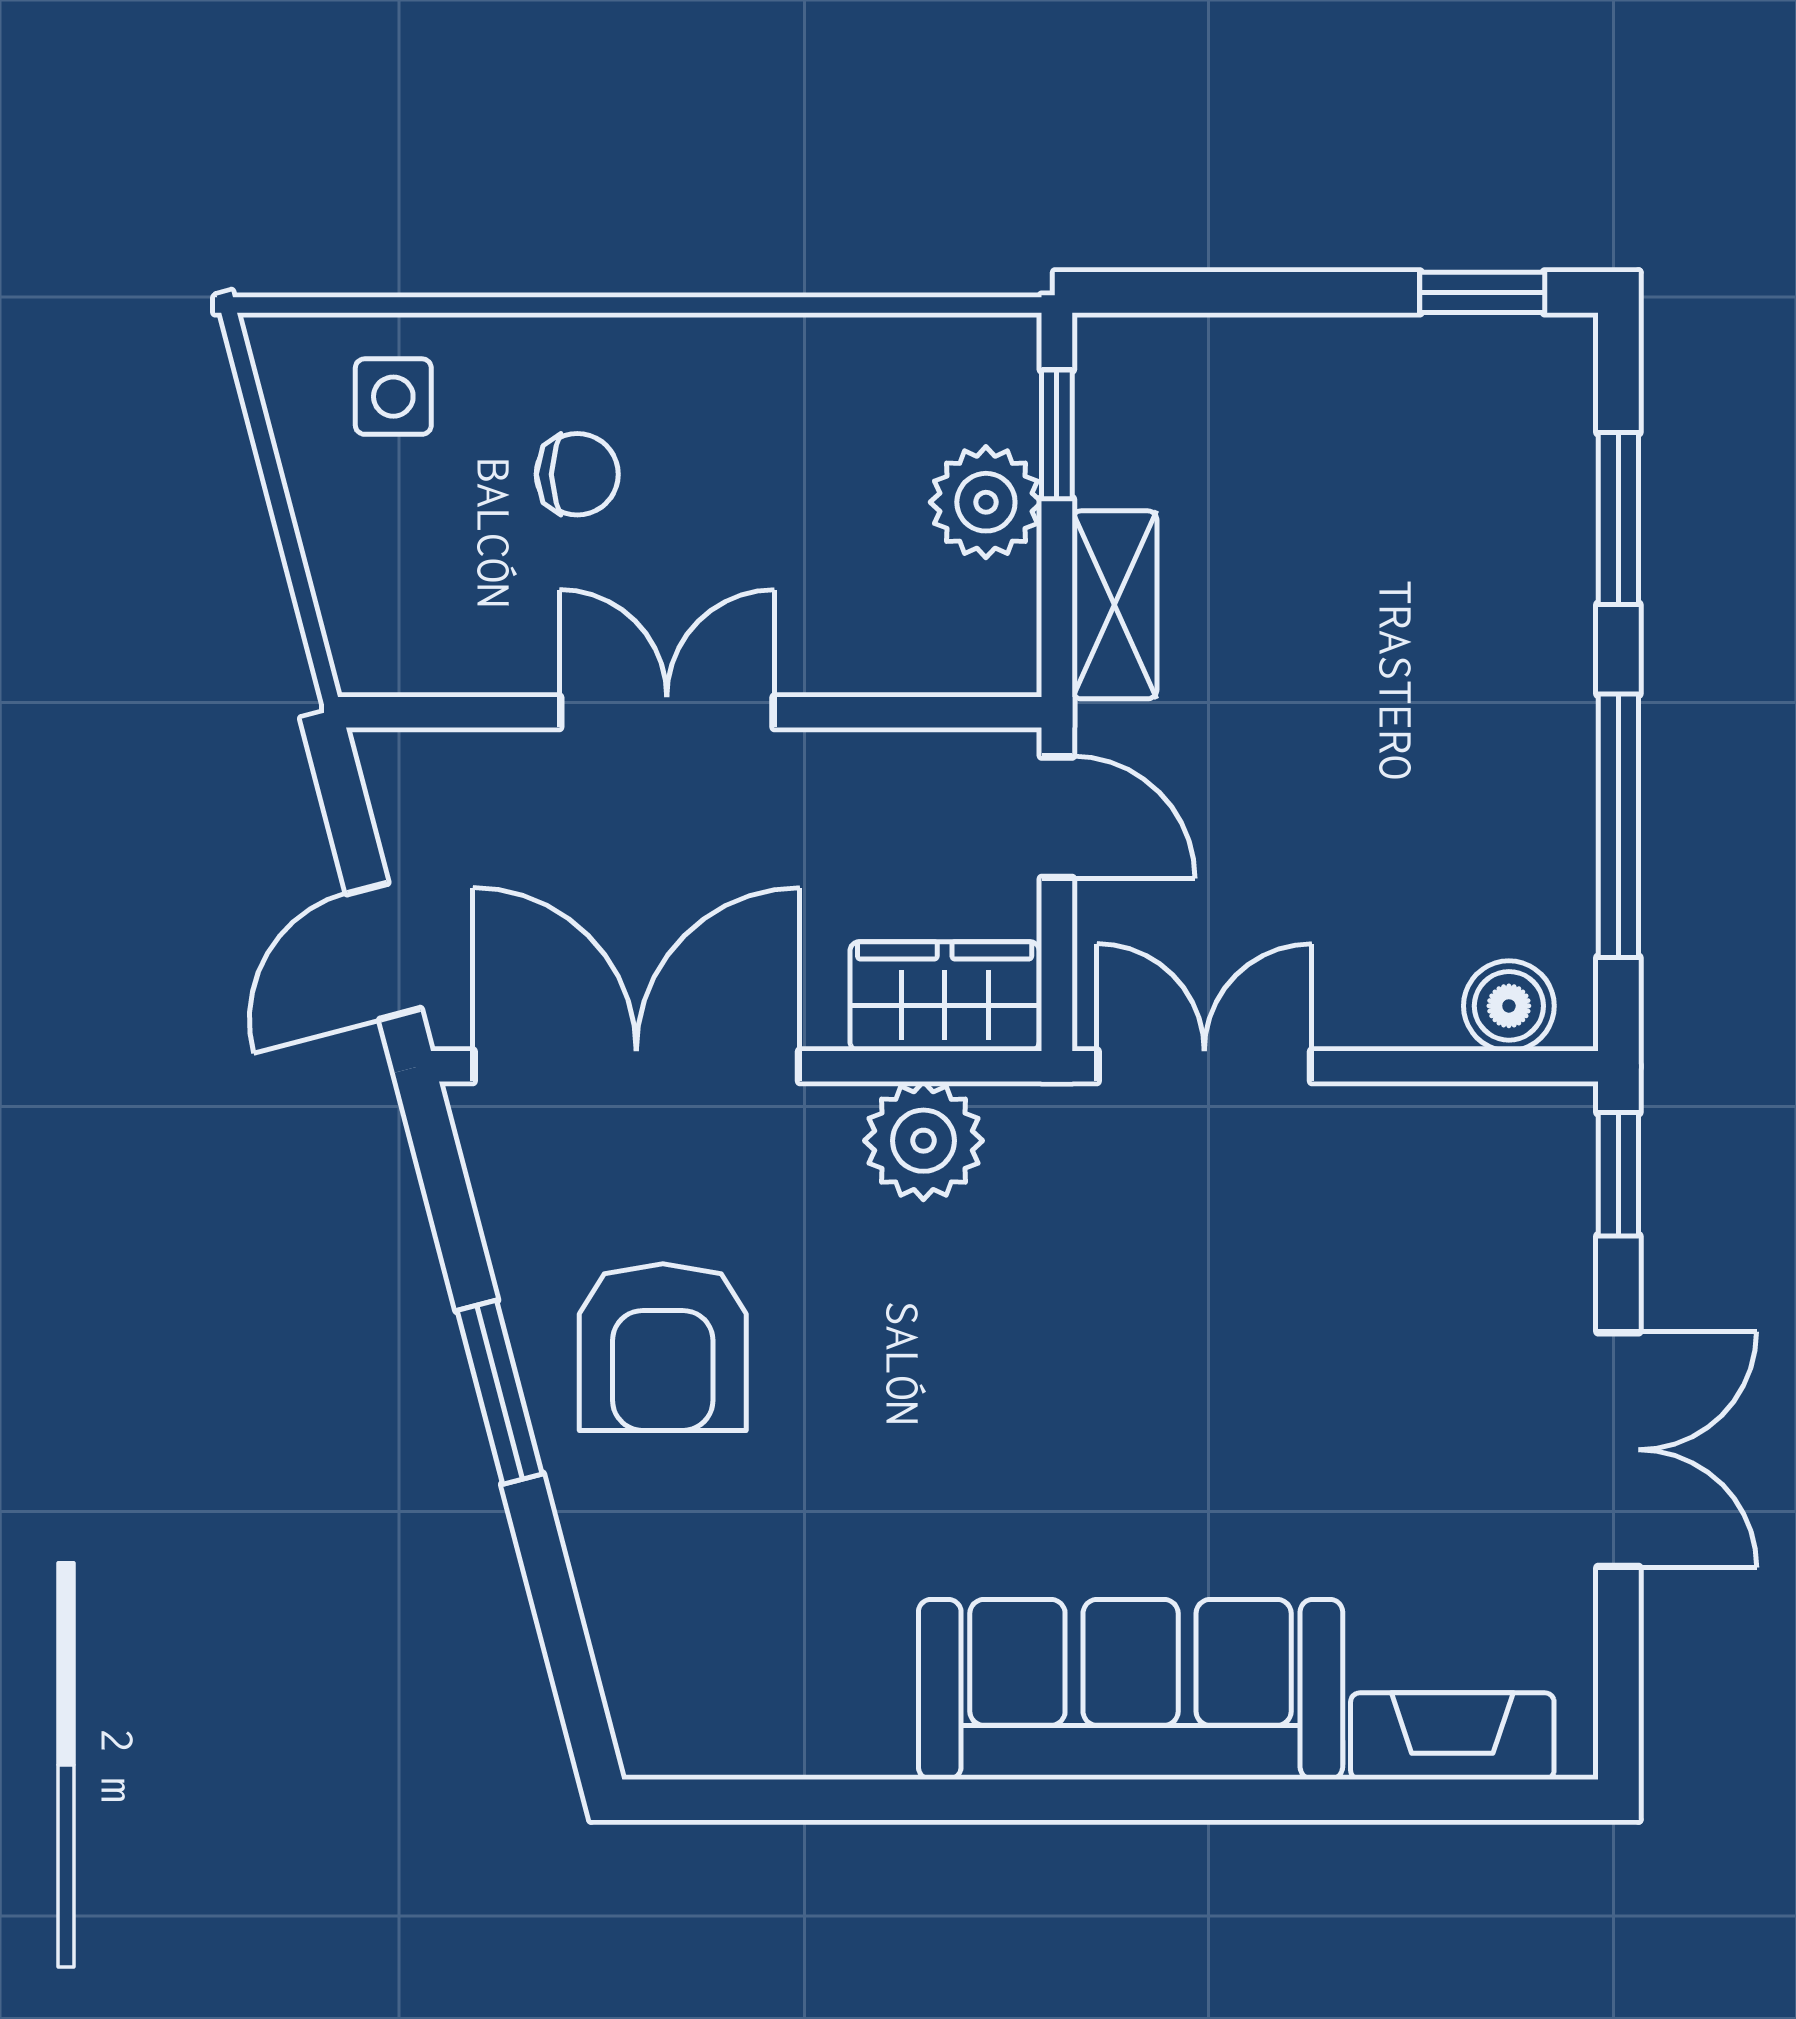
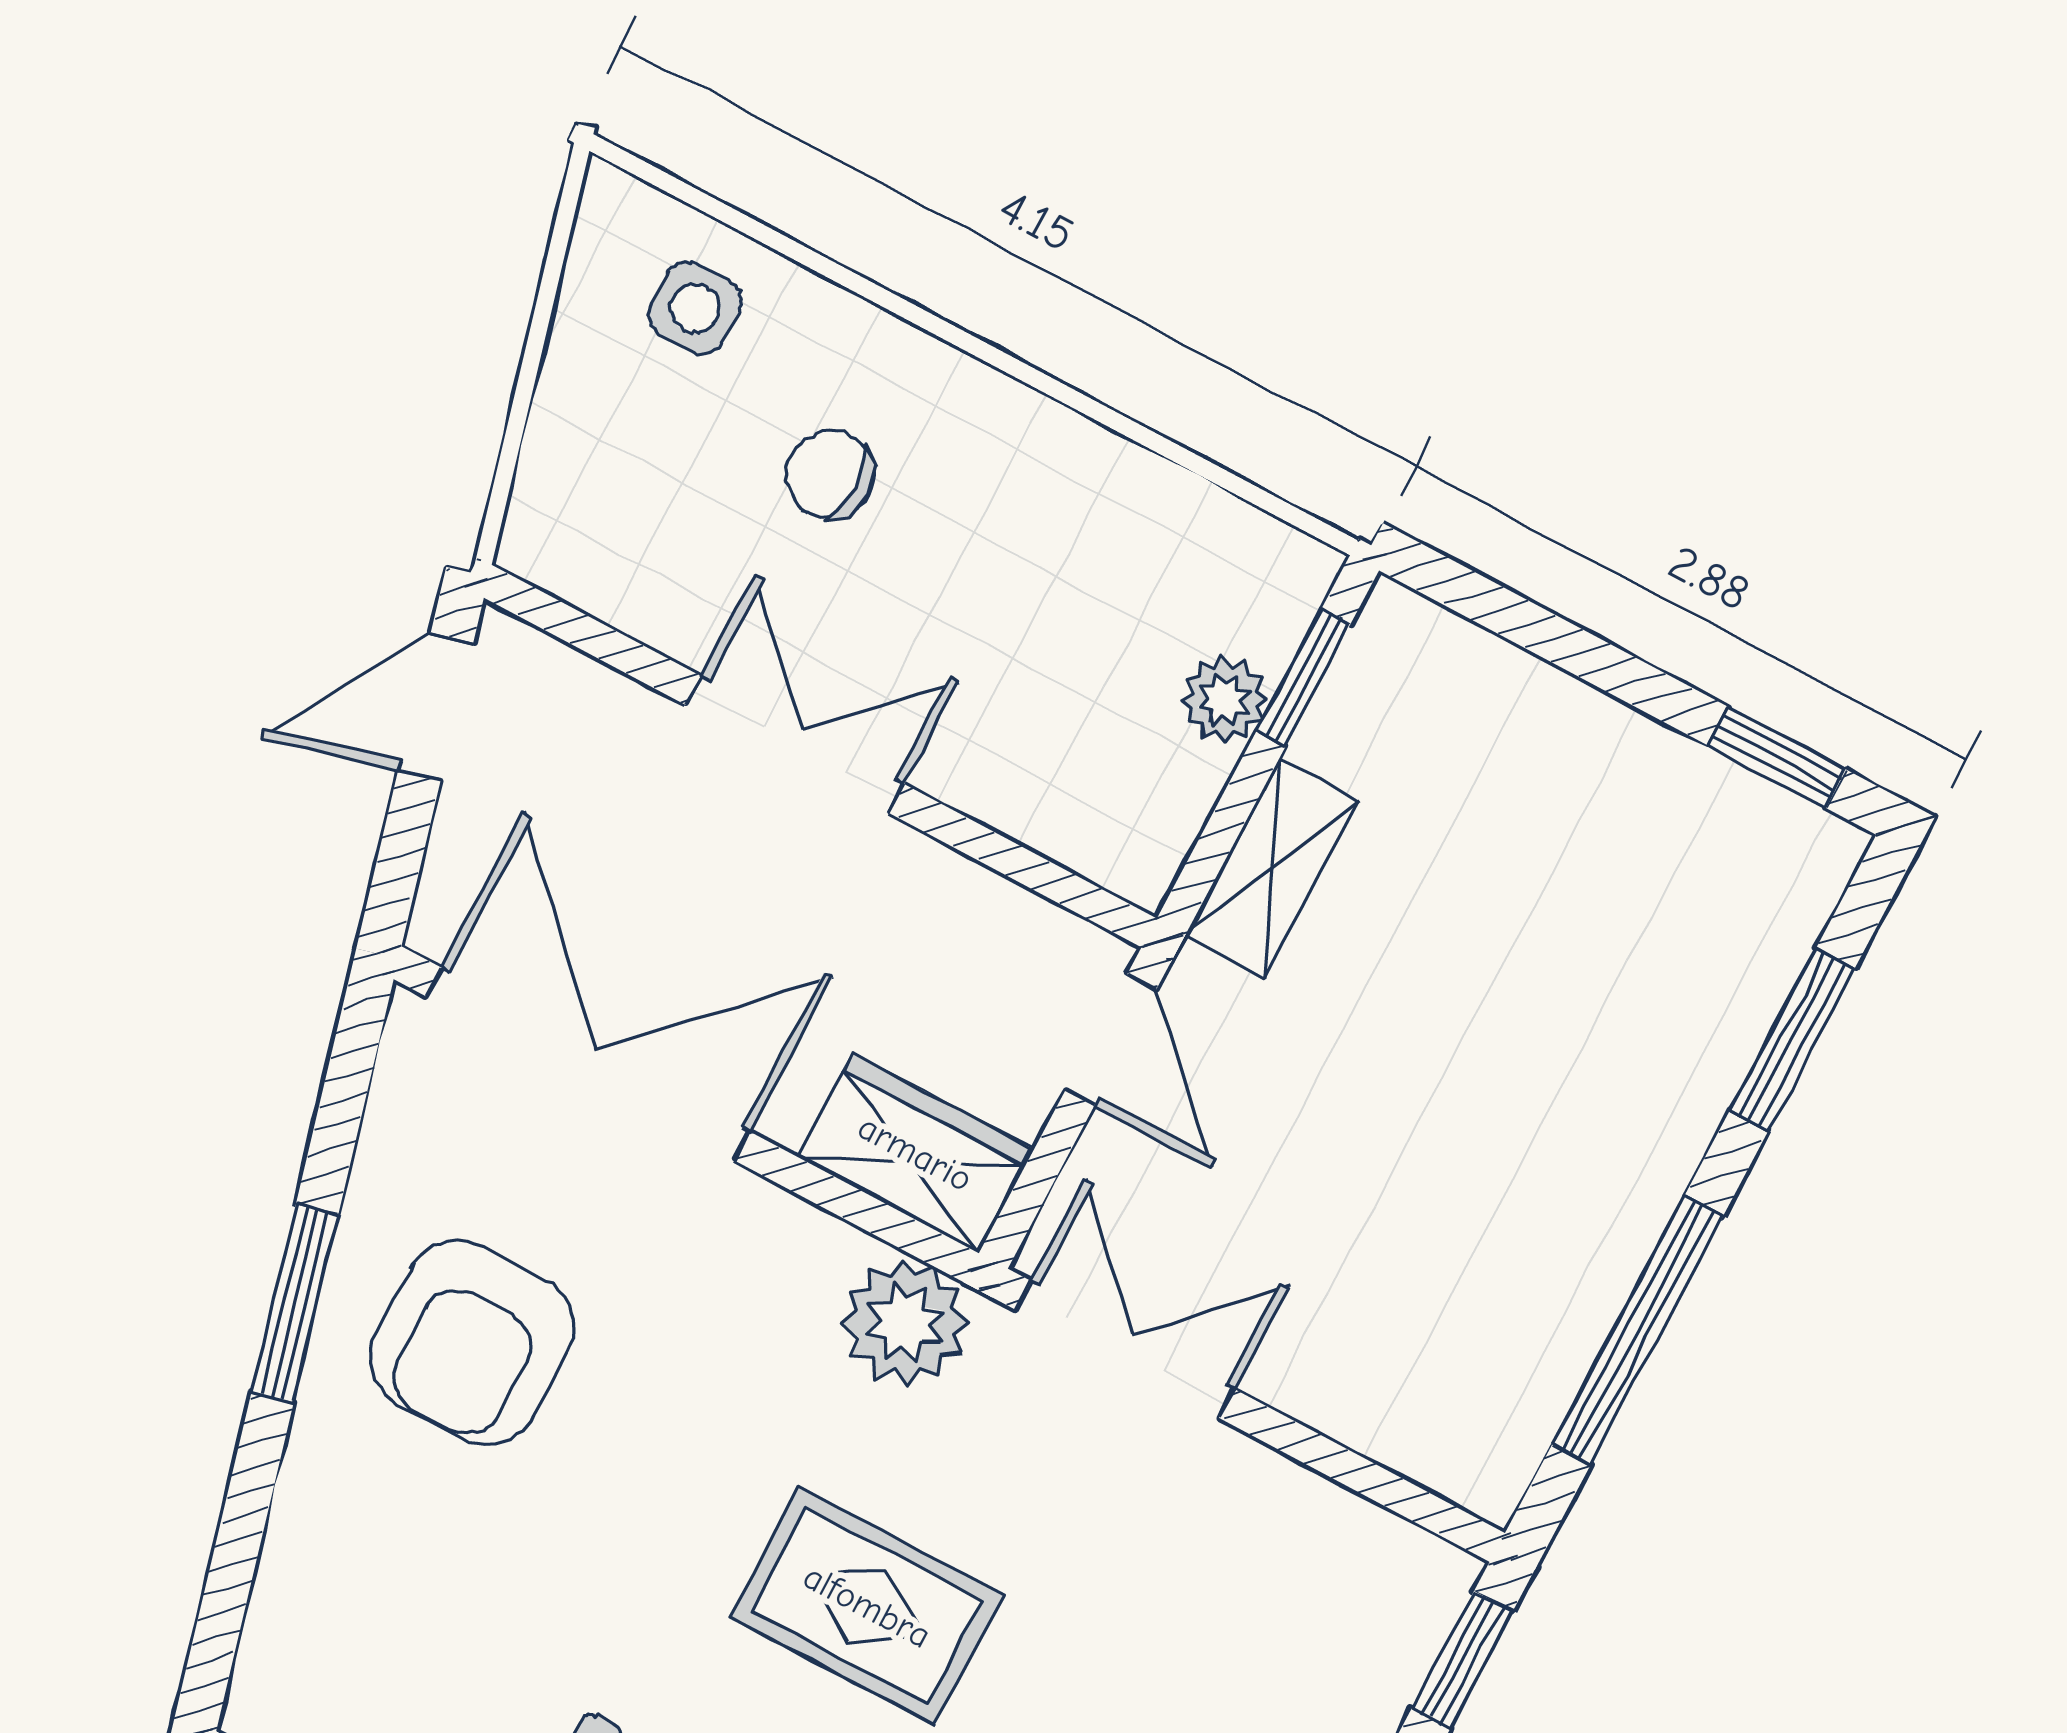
chair: (577, 474) -> (830, 474), turned 180
plant: (986, 502) -> (1224, 700), width x0.73, depth x0.73
door: (384, 951) -> (436, 706), moved
boiler: (1509, 1006) -> (1443, 1446), removed
plant: (923, 1141) -> (905, 1323), moved
rug: (1104, 1391) -> (867, 1606), added

